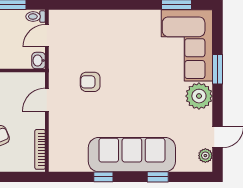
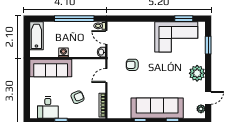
door: (47, 36) -> (106, 37), hinge flipped
corner sofa: (187, 45) -> (176, 37), moved, turned -90
window: (218, 69) -> (208, 45), moved

